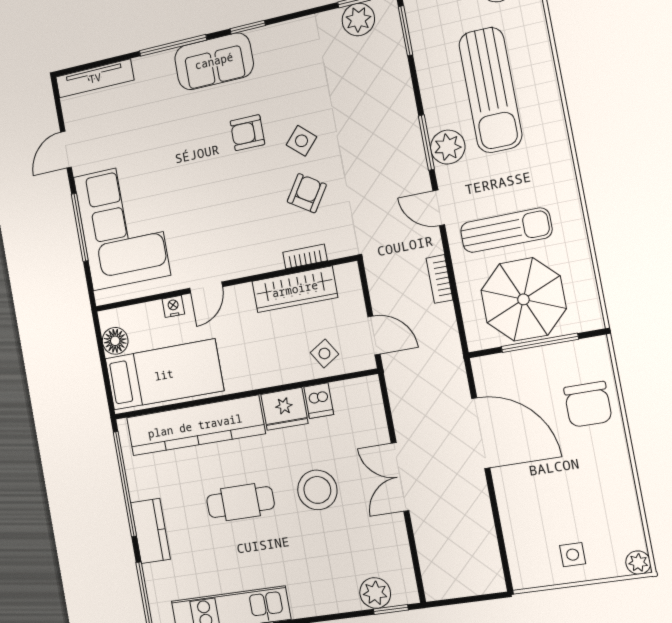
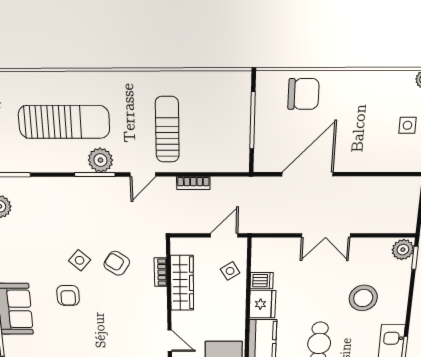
parasol: (523, 299) -> (219, 126), removed
stool: (317, 490) -> (363, 298), moved
plant: (375, 593) -> (403, 250), moved

